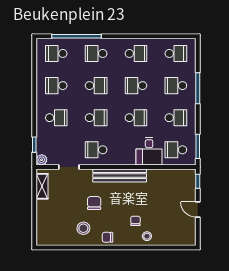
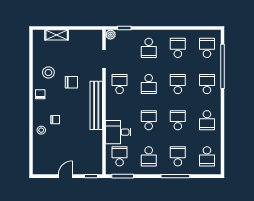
school desk: (96, 86) -> (178, 84), turned 180
school desk: (136, 118) -> (149, 120), turned 180
shelving: (42, 186) -> (57, 35), moved

